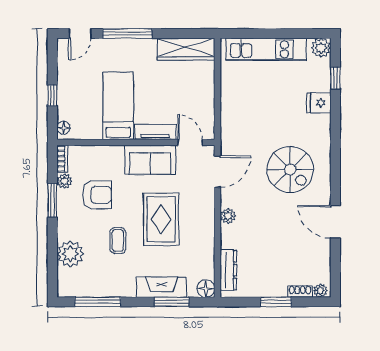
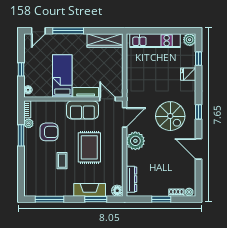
window: (335, 163) -> (199, 112), added
plant: (228, 216) -> (135, 141), width x1.88, depth x1.88
plant: (70, 254) -> (32, 169), removed

